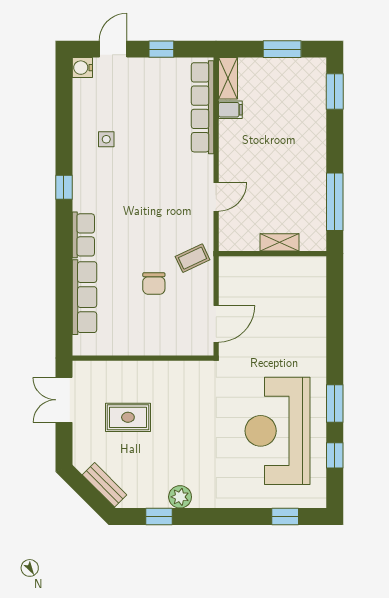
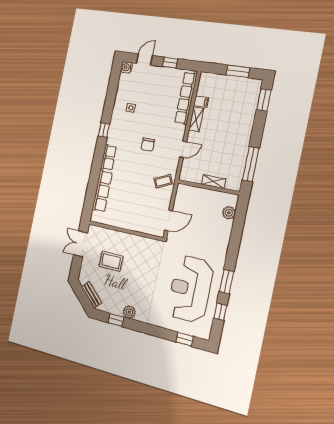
shelving: (228, 78) -> (196, 119), moved
chair: (154, 284) -> (148, 145), moved
plant: (316, 289) -> (229, 213), added

